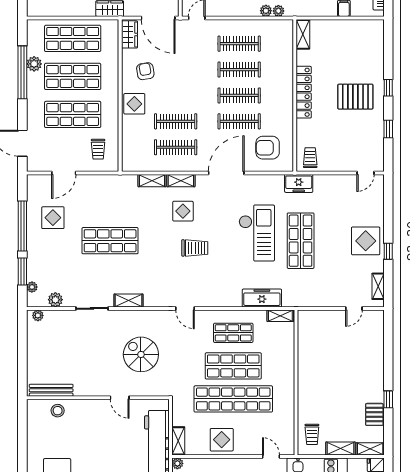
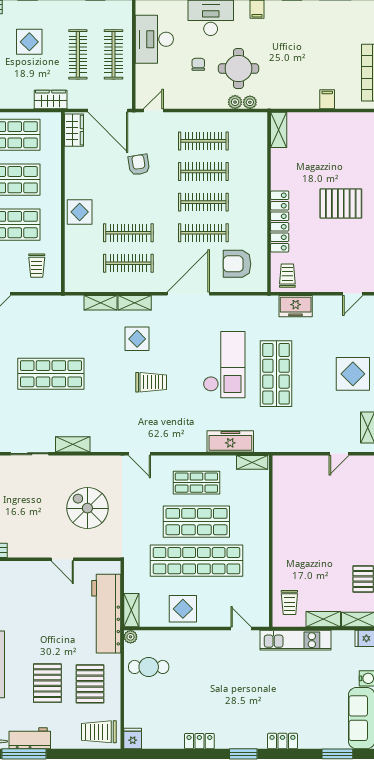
armchair: (145, 71) -> (139, 165), moved
locker: (304, 92) -> (280, 222), moved
freezer: (299, 183) -> (296, 306), moved

